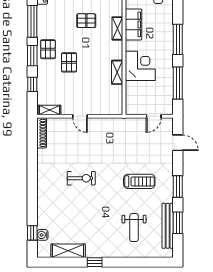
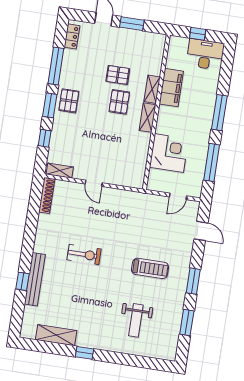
pallet: (69, 62) -> (119, 102), moved
corner desk: (140, 66) -> (169, 153), moved
shelving: (117, 72) -> (147, 118), moved
bench: (168, 226) -> (35, 279), moved
window: (32, 233) -> (23, 281), moved
water cooler: (42, 235) -> (30, 313), removed

